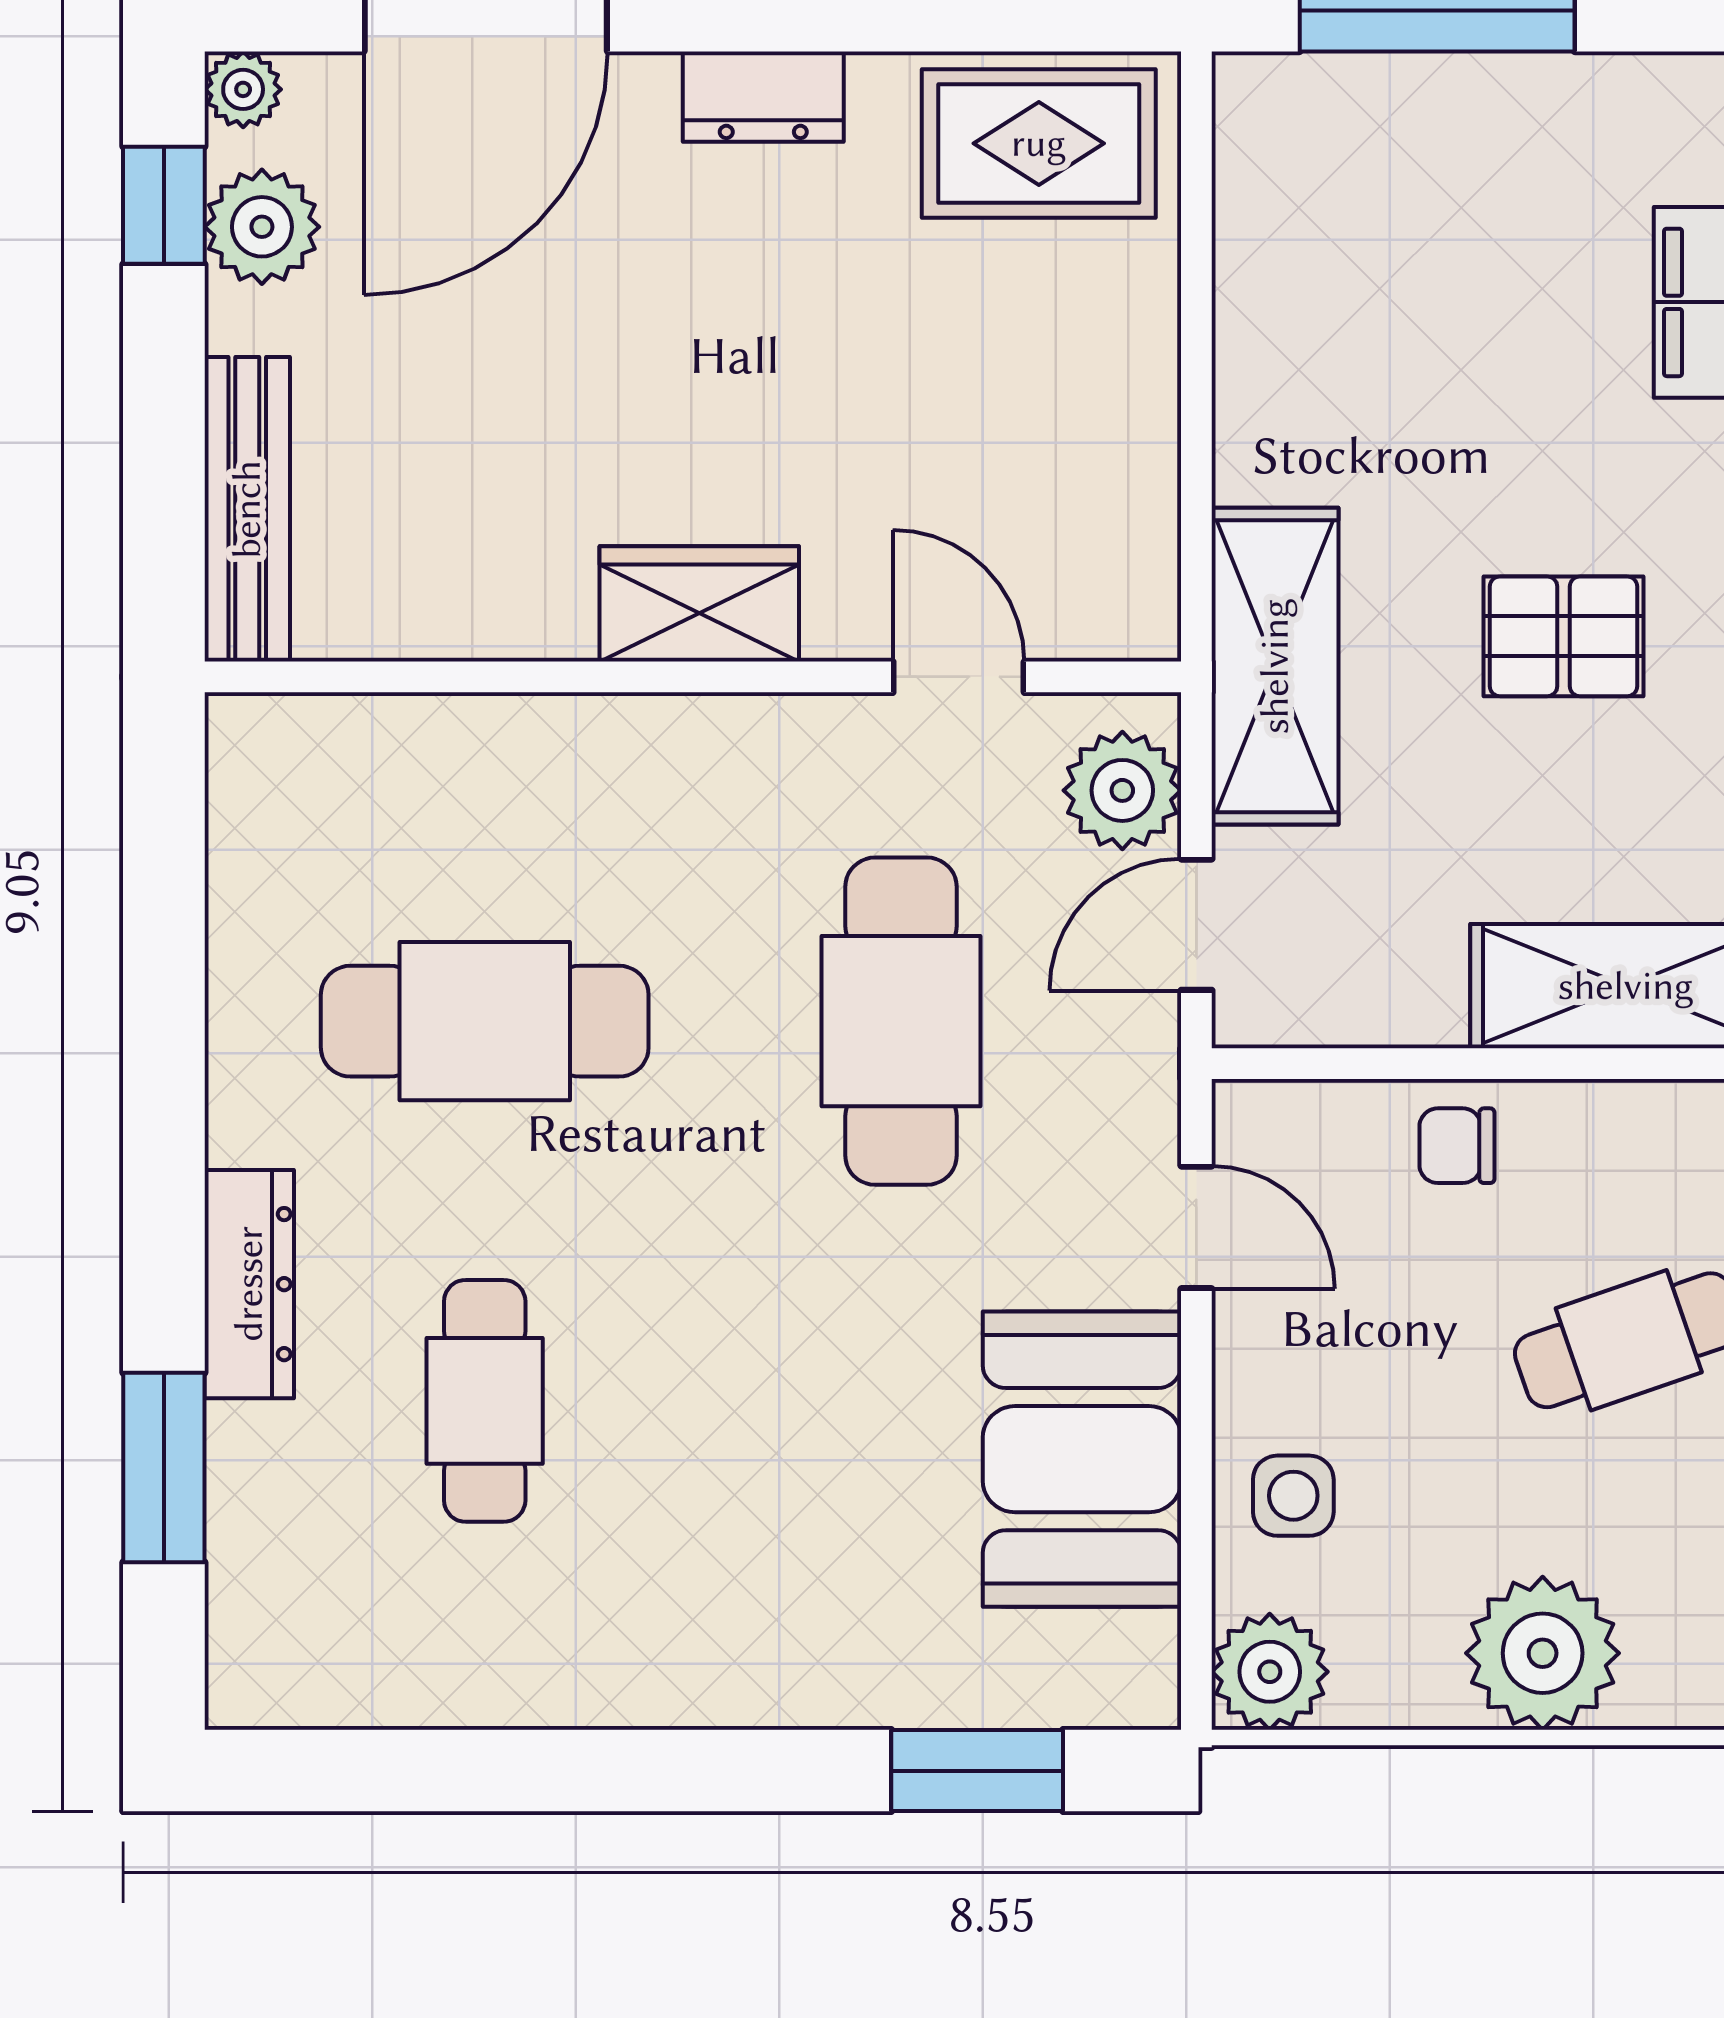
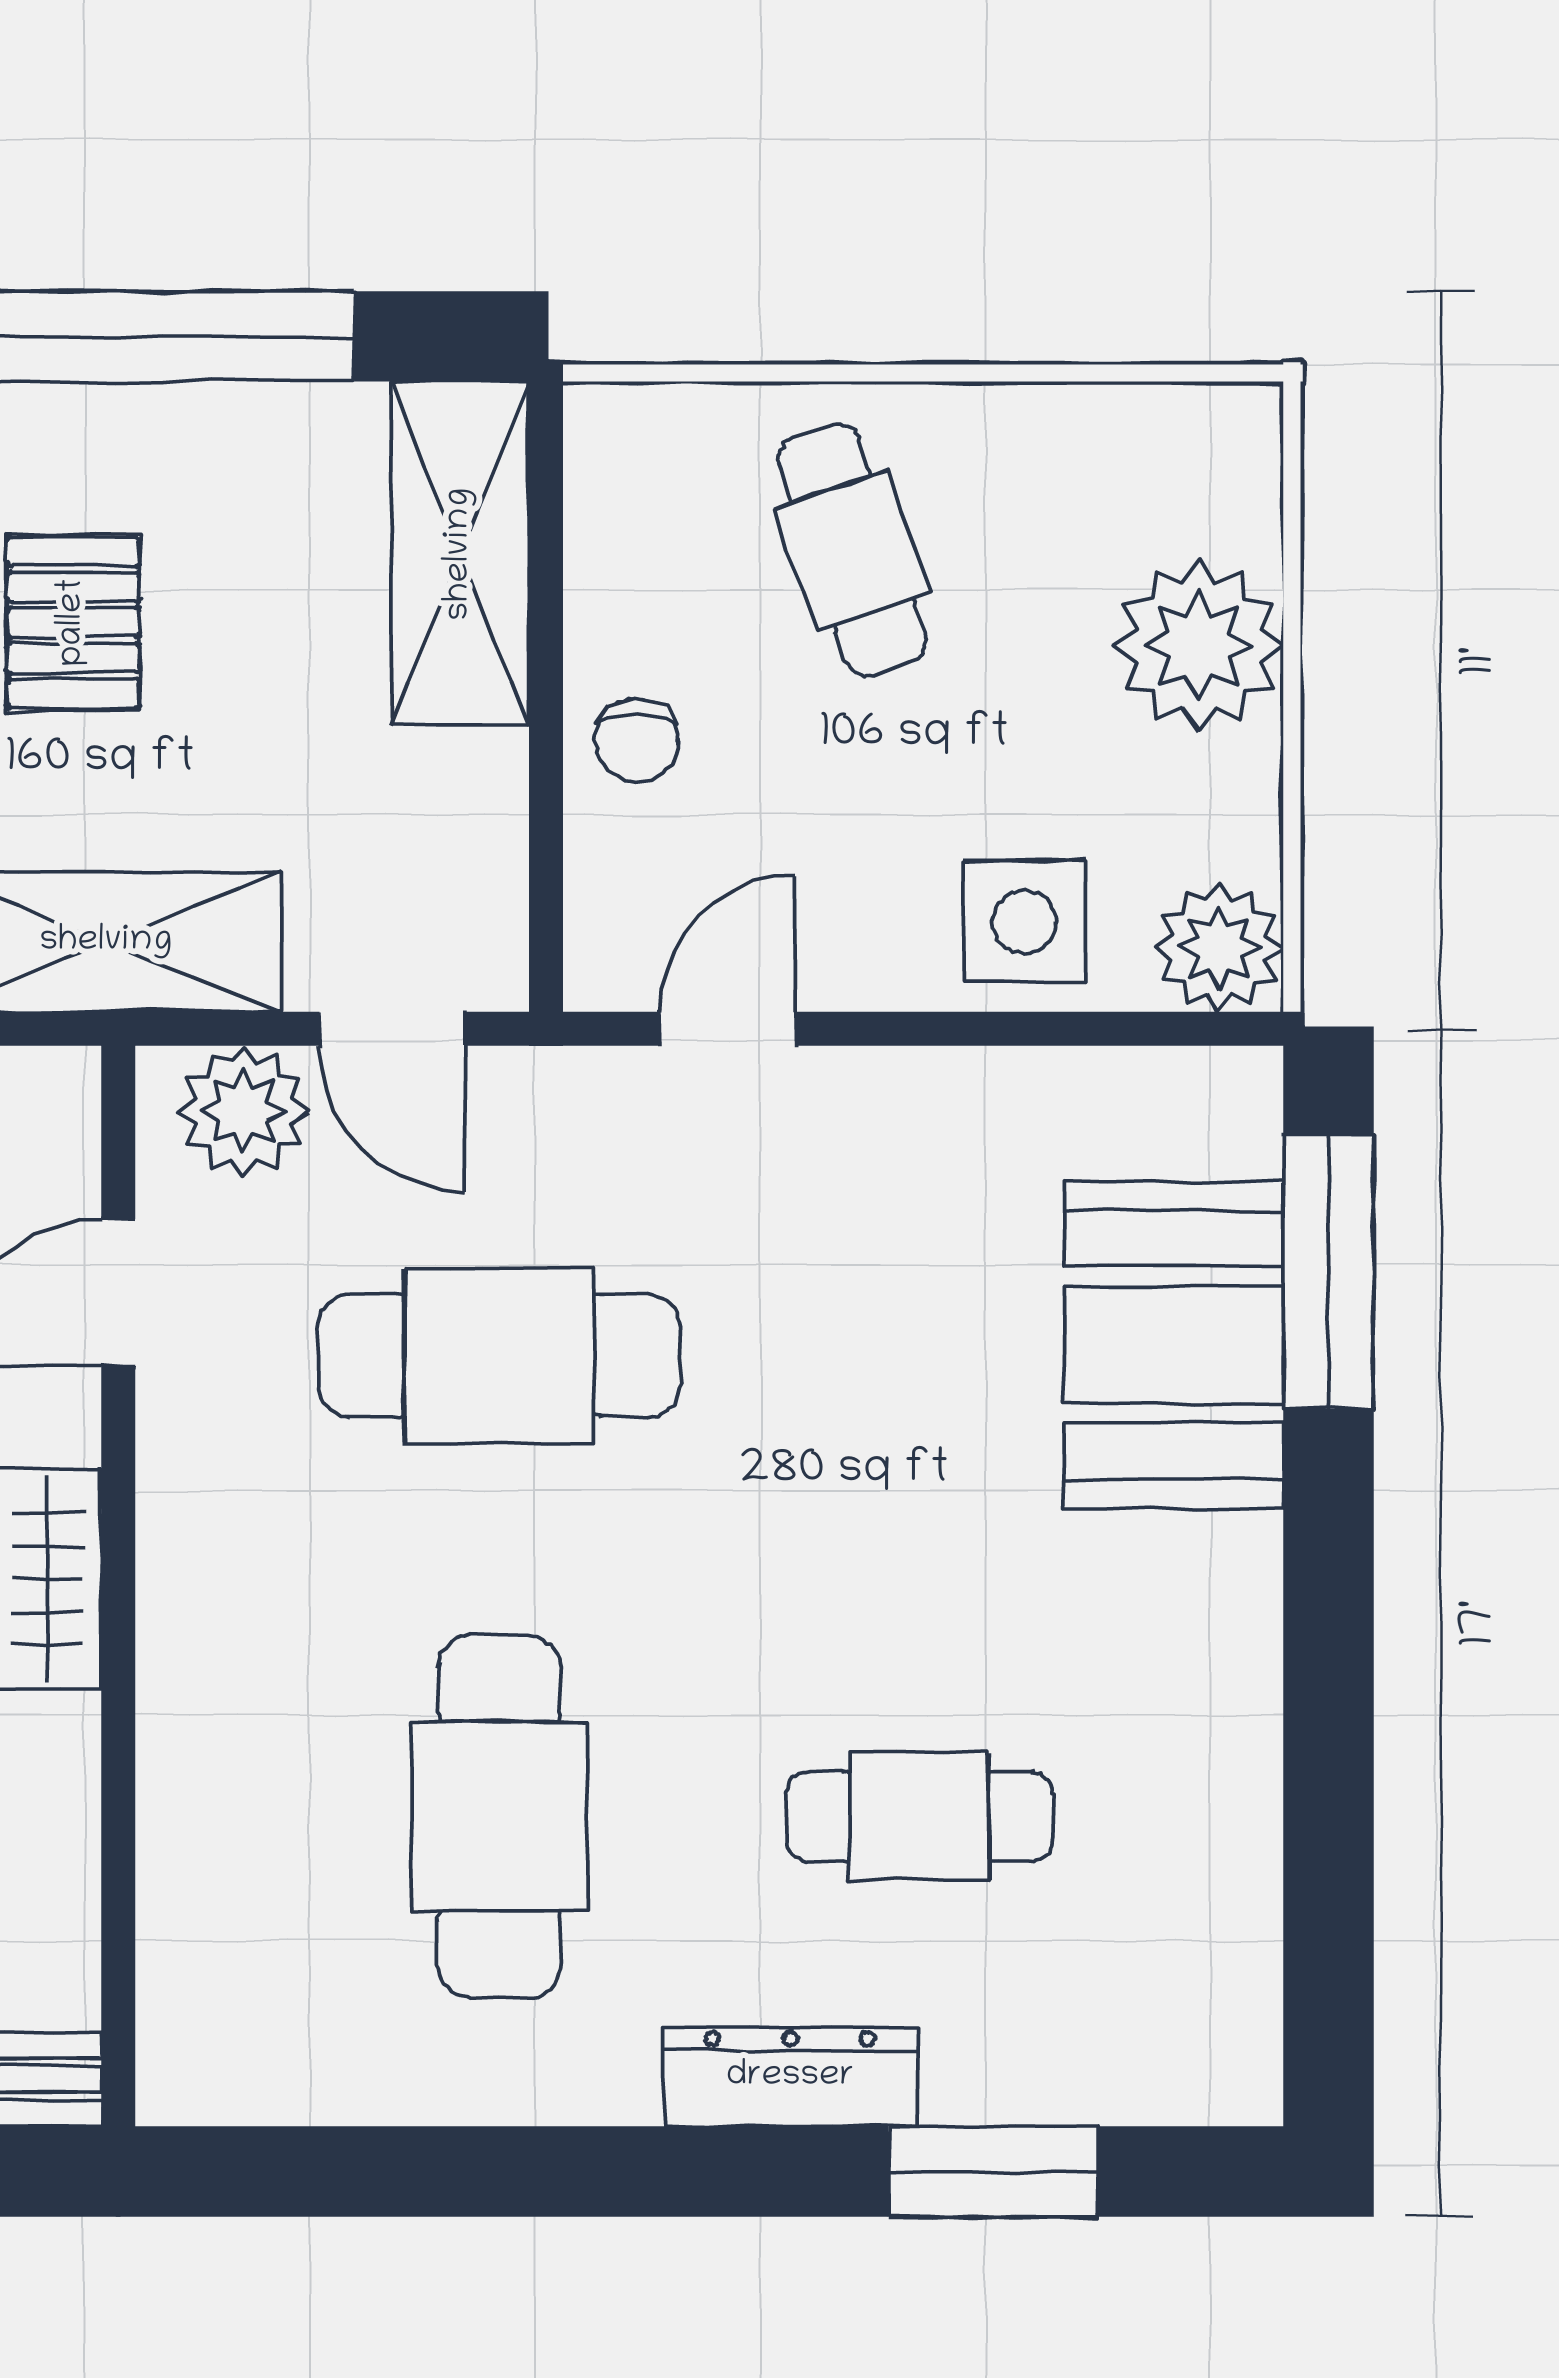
booth: (1082, 1459) -> (1174, 1345), moved, turned 90
side table: (1293, 1496) -> (1024, 922), width x1.37, depth x1.37
window: (977, 1771) -> (1328, 1271), width x1.44

